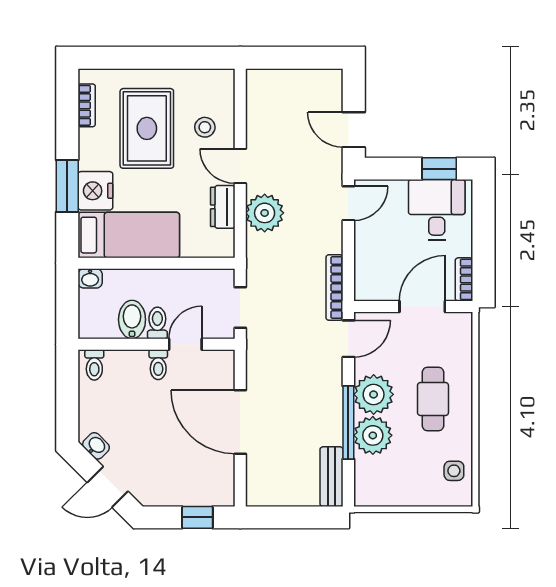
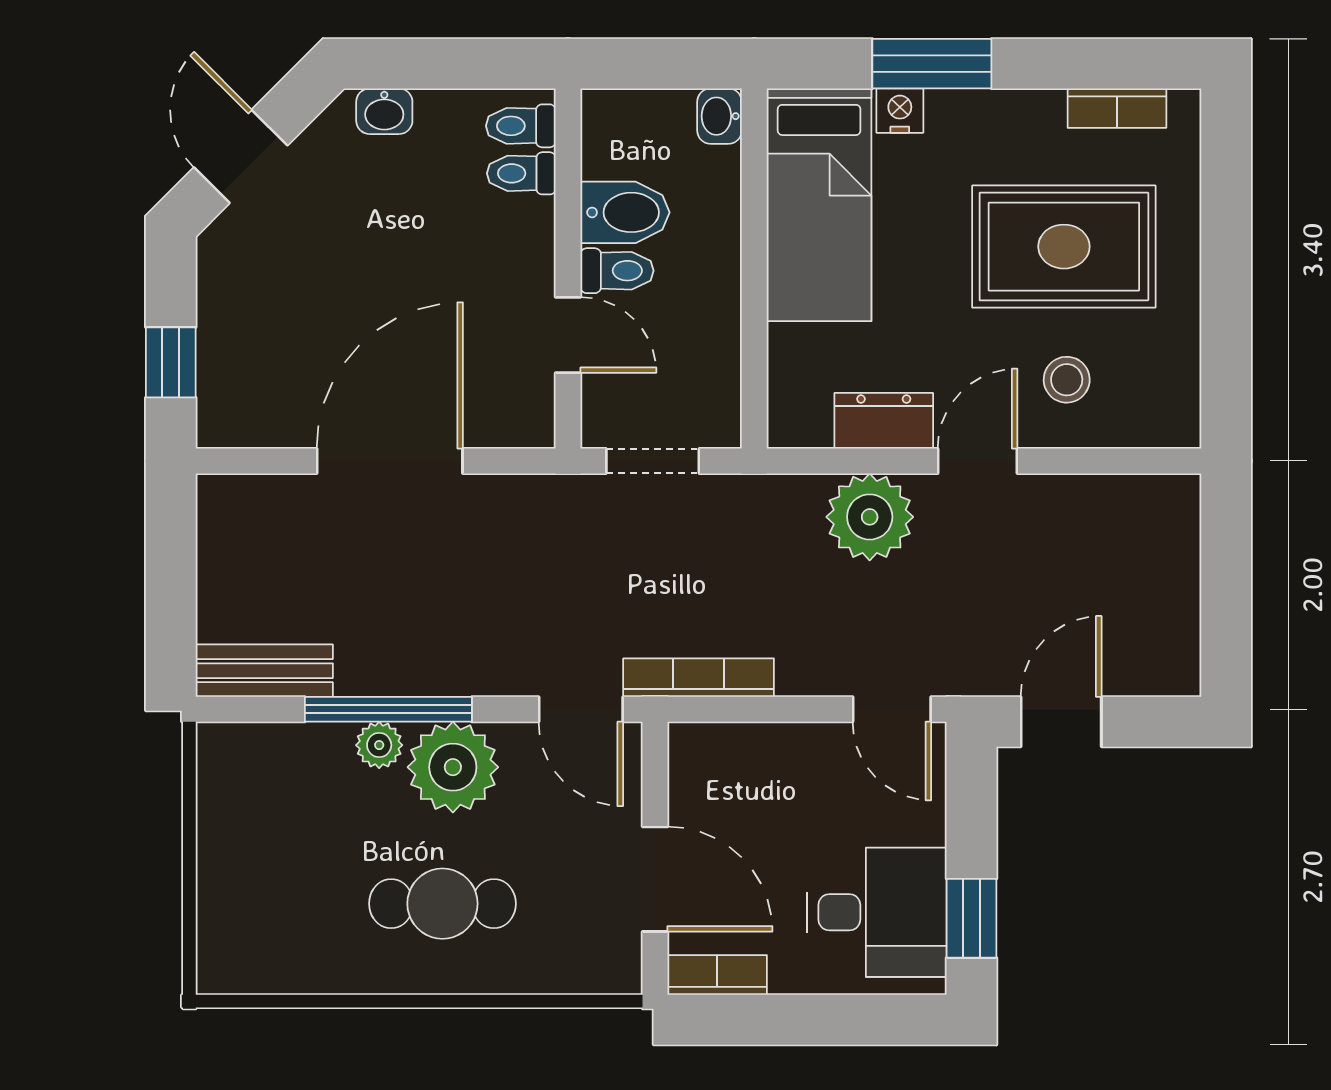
nightstand: (95, 191) -> (900, 111), width x0.53, depth x0.56
toilet: (158, 365) -> (521, 173), moved
plant: (373, 435) -> (379, 745), width x0.53, depth x0.53
washbasin: (96, 446) -> (384, 111), moved, turned 45
side table: (454, 471) -> (278, 952), removed

